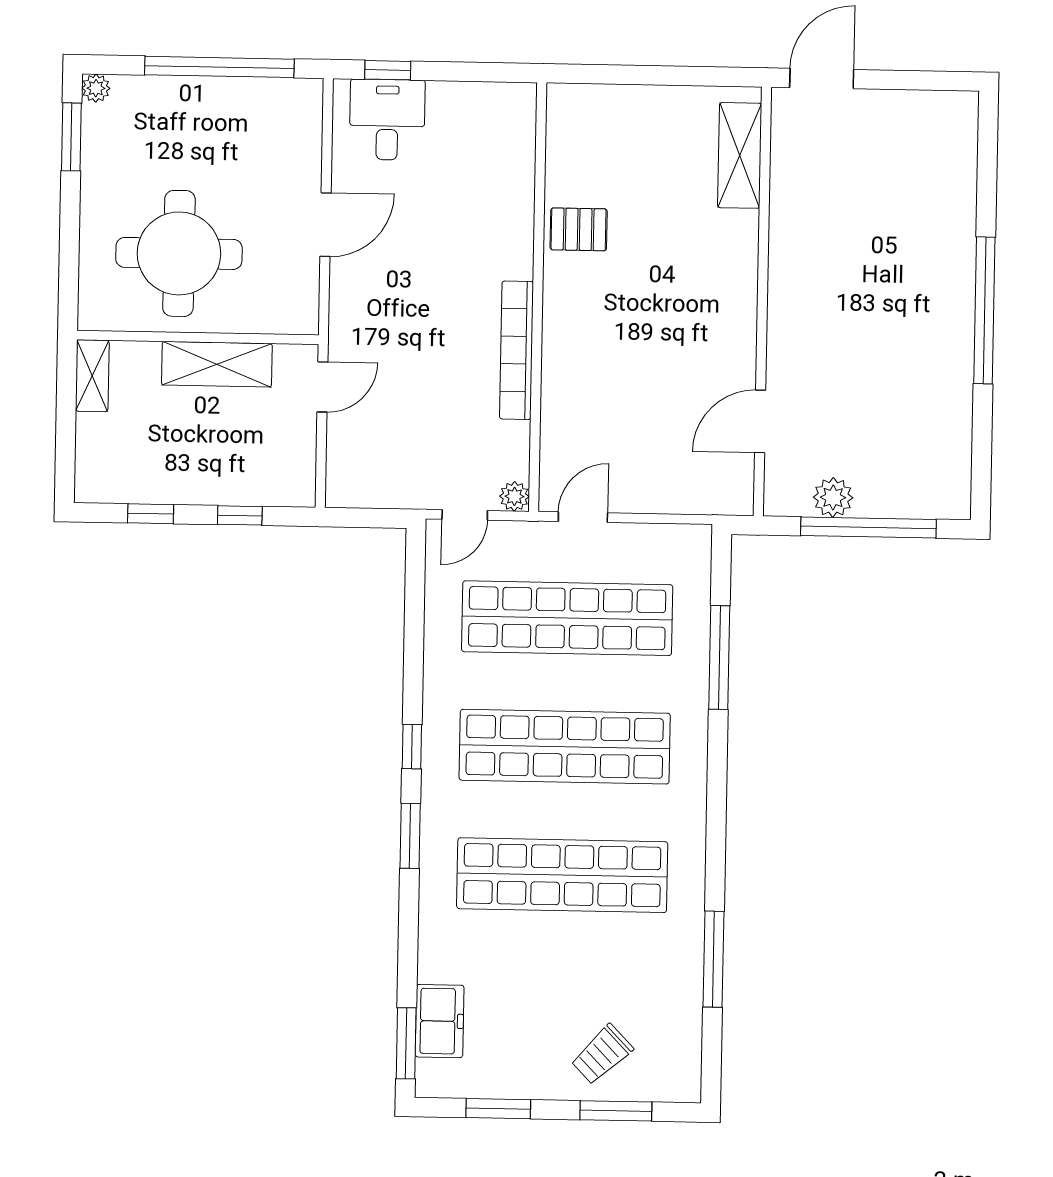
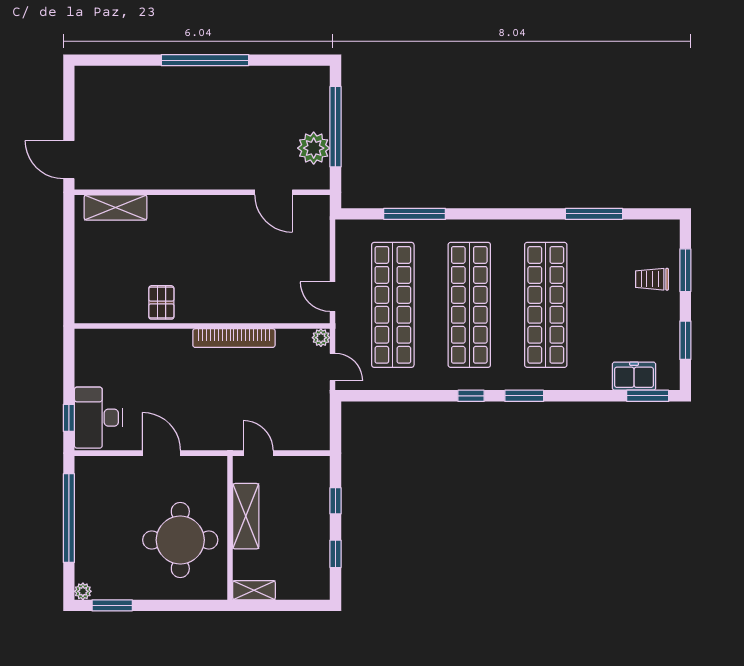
desk: (387, 120) -> (98, 418), width x1.37
plant: (833, 497) -> (314, 148), width x1.36, depth x1.36
trolley: (602, 1054) -> (652, 279), turned 134

